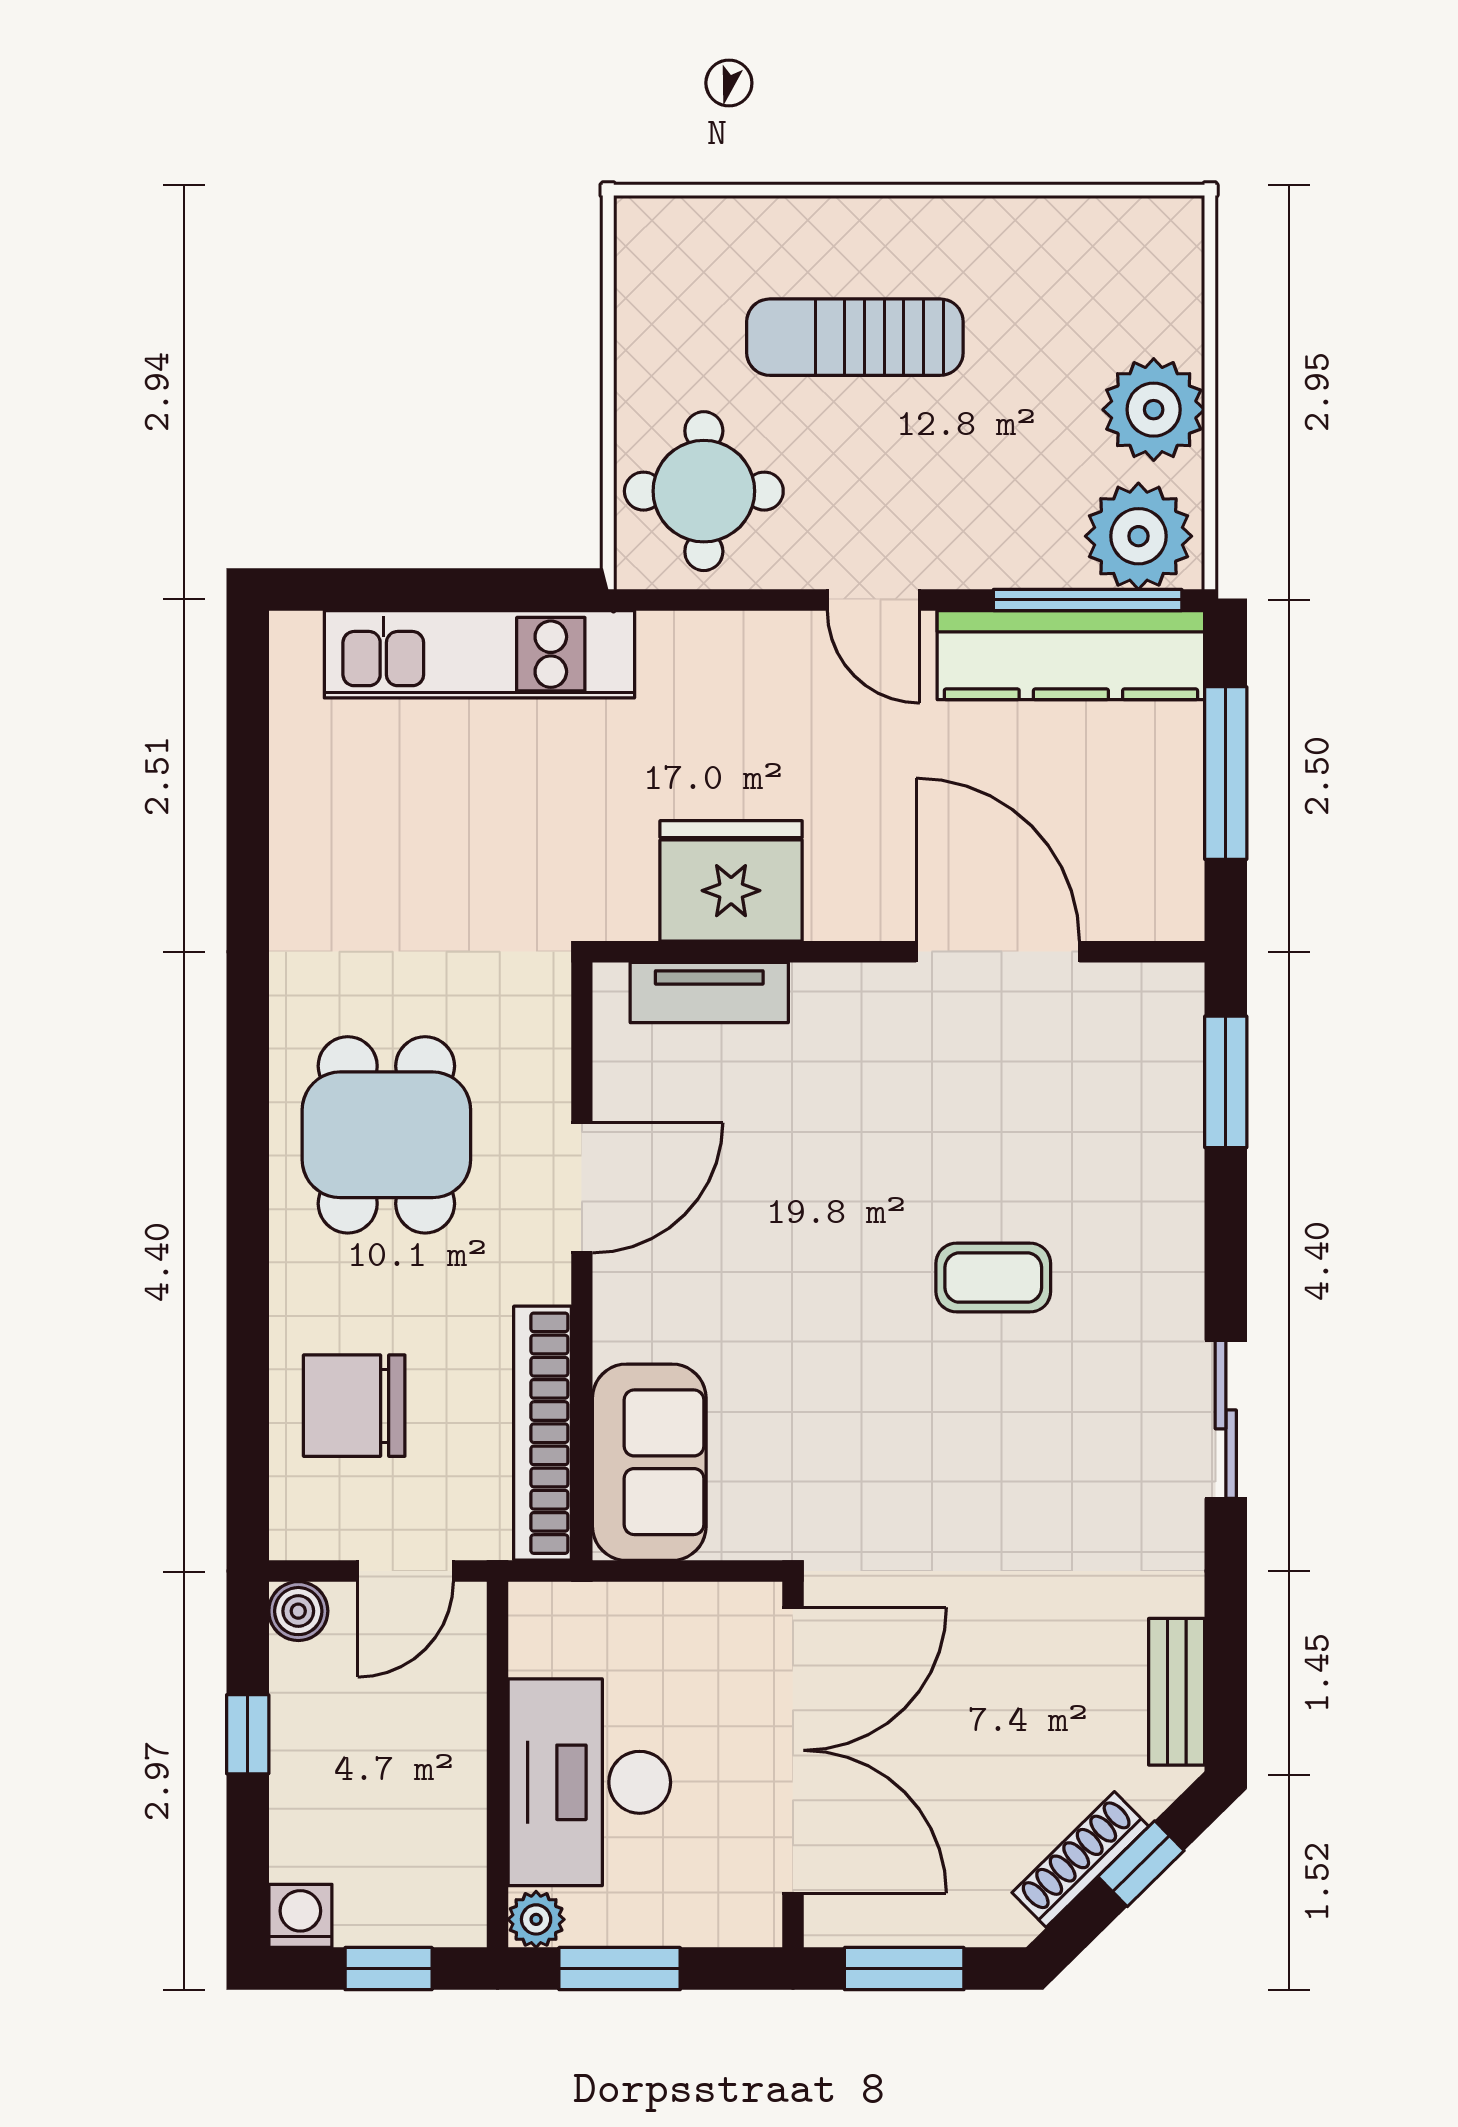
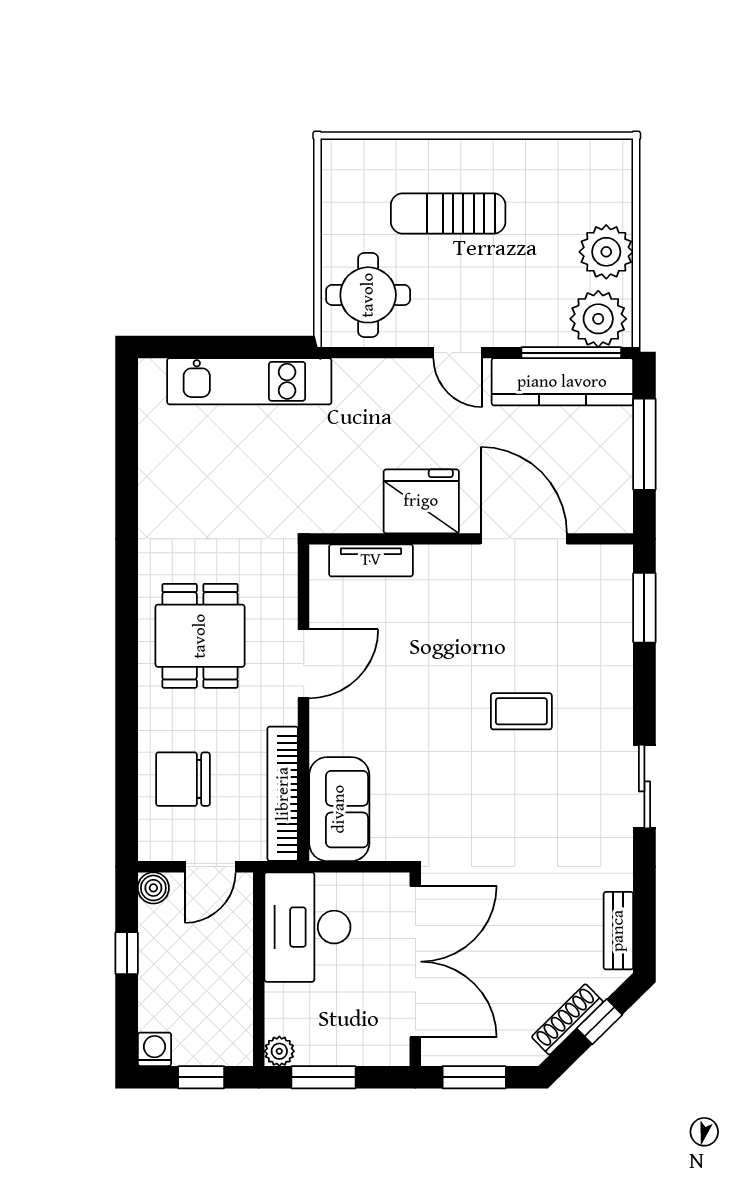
fridge: (731, 881) -> (421, 501), moved
desk: (589, 1782) -> (307, 927), moved

